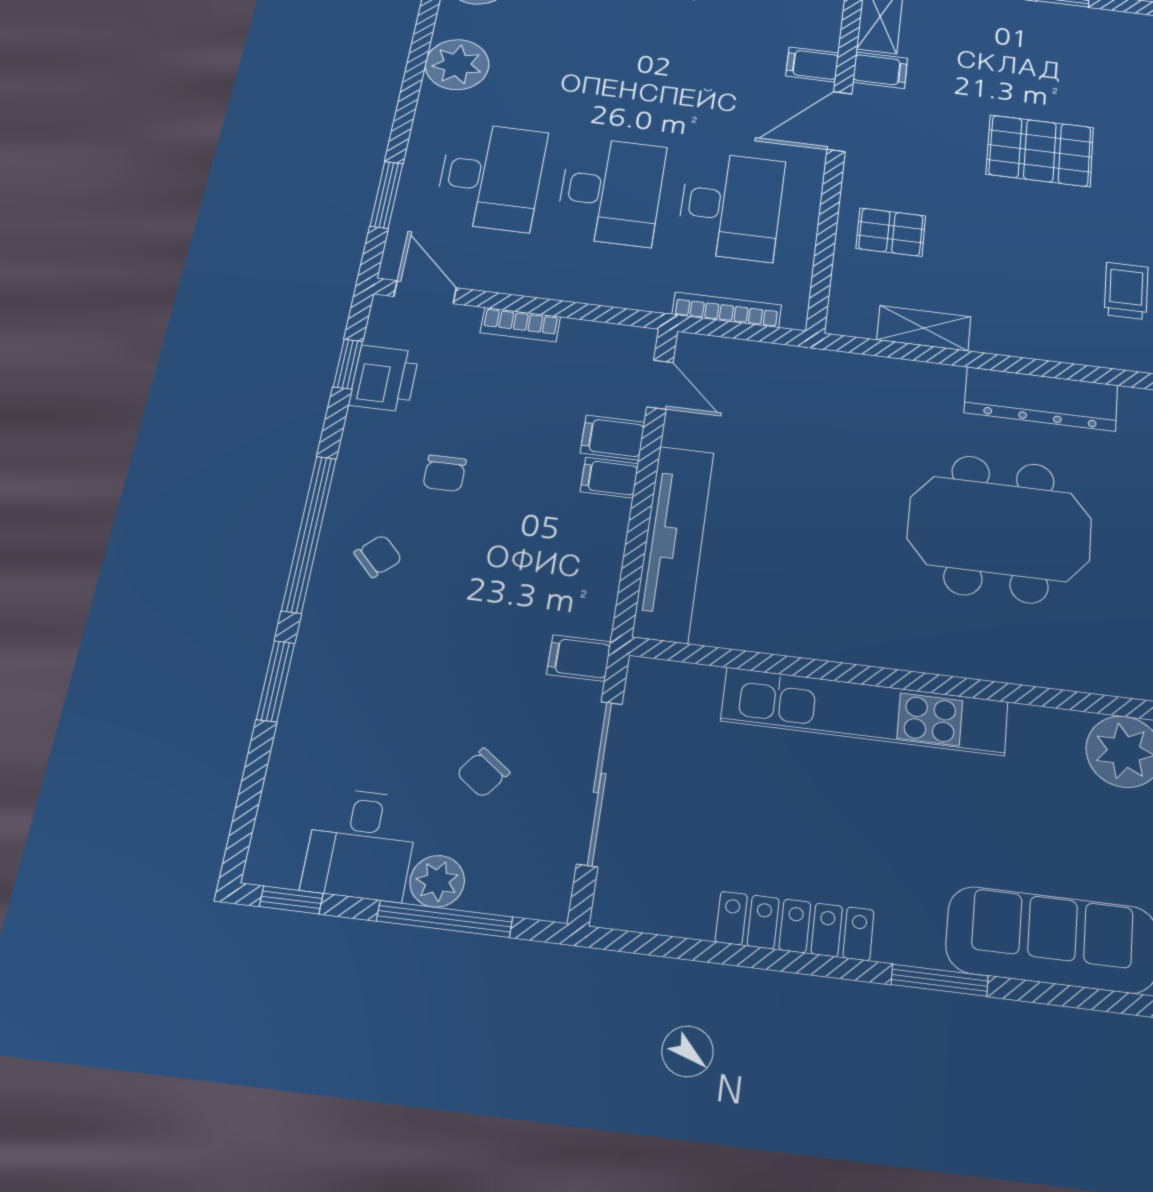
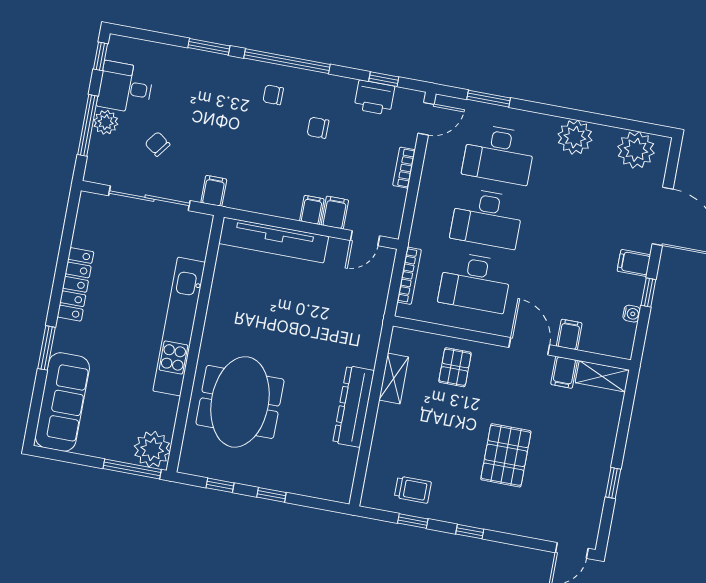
dresser: (1041, 399) -> (354, 407), moved
meeting table: (1000, 529) -> (240, 402), moved
chair: (378, 556) -> (273, 95), turned 133

